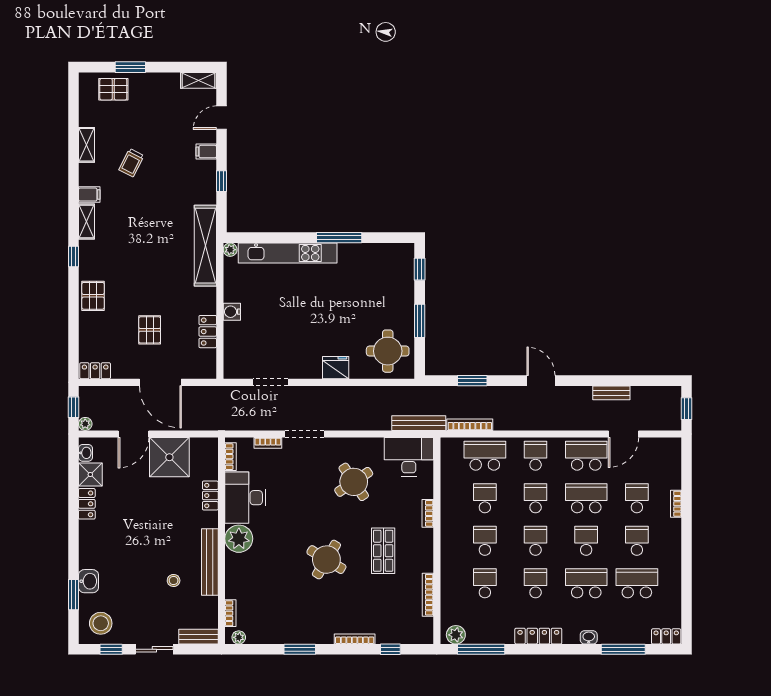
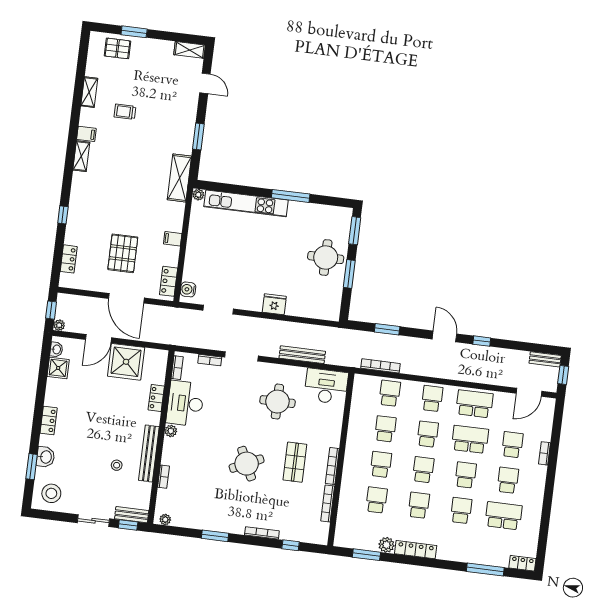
door: (222, 118) -> (205, 83), swing flipped
filing cabinet: (206, 152) -> (173, 239), moved
trolley: (131, 163) -> (125, 112), turned 63
window: (222, 181) -> (198, 136), width x1.50
shelving: (205, 246) -> (179, 178), width x0.68
window: (73, 257) -> (63, 215), moved
window: (420, 269) -> (355, 231), width x1.50
pallet: (93, 296) -> (79, 219), removed
water cooler: (232, 312) -> (188, 289), moved
pallet: (150, 330) -> (123, 253), width x1.50, depth x1.42
locker: (208, 332) -> (169, 281), moved
round table: (388, 351) -> (326, 258), moved
locker: (95, 371) -> (69, 259), moved, turned 90
window: (586, 381) -> (482, 341), added
bench: (611, 393) -> (545, 359), moved
bench: (419, 423) -> (302, 355), moved
door: (623, 434) -> (529, 392), moved
school desk: (485, 456) -> (390, 393), width x0.54
round table: (354, 482) -> (277, 402), turned 34
locker: (87, 504) -> (49, 420), moved
bookcase: (428, 513) -> (332, 466), moved, width x1.56
plant: (239, 539) -> (171, 431), width x0.53, depth x0.53
round table: (326, 560) -> (247, 464), turned 34
school desk: (586, 583) -> (461, 511), width x0.54
bookcase: (230, 613) -> (163, 477), moved
plant: (456, 635) -> (386, 545), moved
washbasin: (589, 637) -> (458, 556), removed
window: (111, 649) -> (128, 525), moved
window: (481, 649) -> (366, 555), width x0.69

